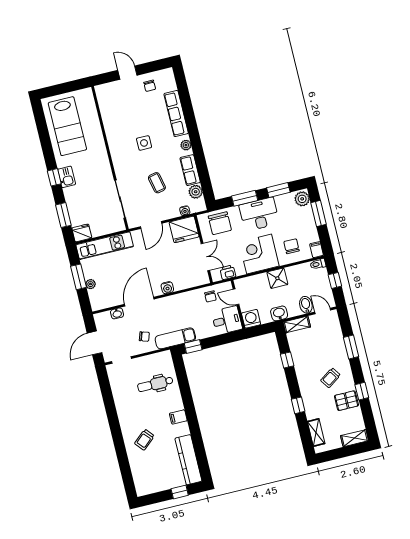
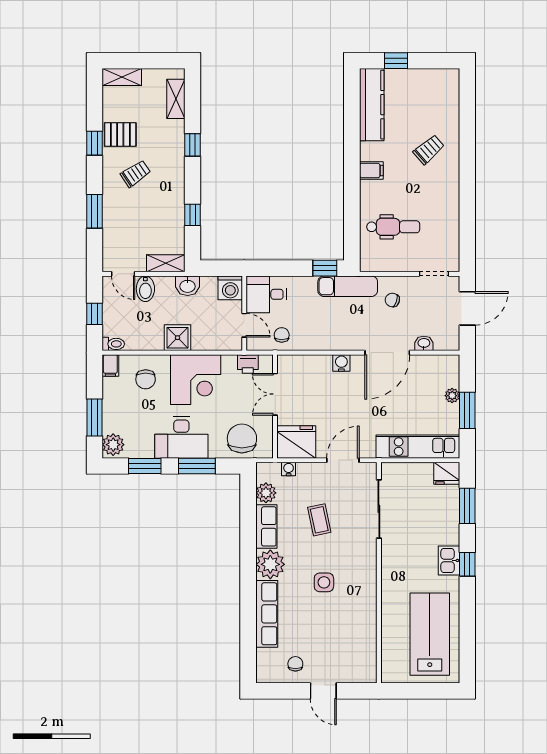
plant: (186, 145) -> (270, 564), width x1.87, depth x1.87

